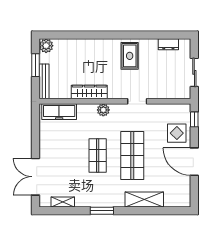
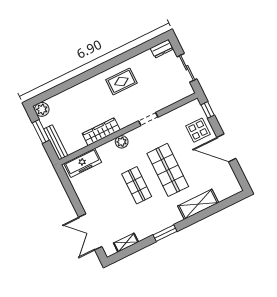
dresser: (168, 44) -> (162, 49), moved
rug: (130, 56) -> (121, 81), turned 90

